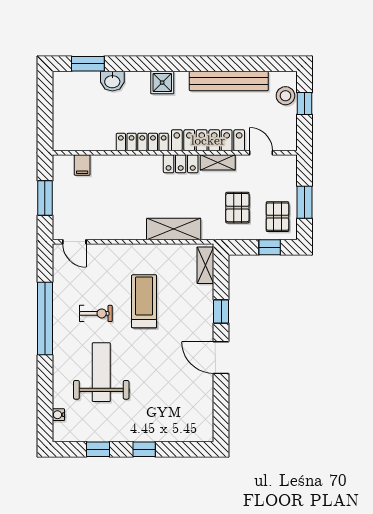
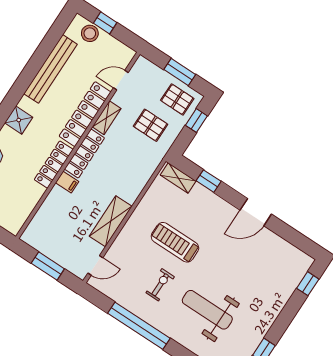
locker: (181, 164) -> (84, 154), width x1.53
filing cabinet: (82, 165) -> (67, 182), moved
shelving: (174, 229) -> (111, 221), moved
window: (221, 311) -> (209, 181), moved
window: (144, 449) -> (308, 284), moved

